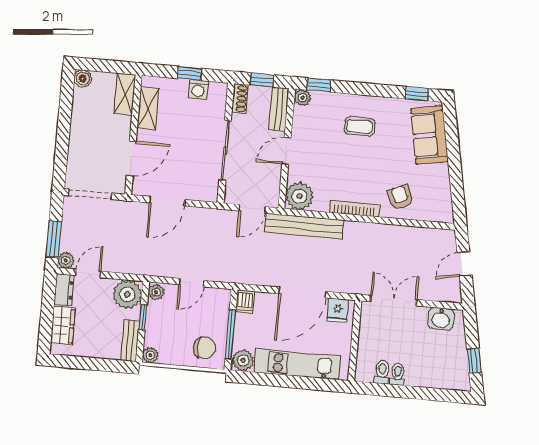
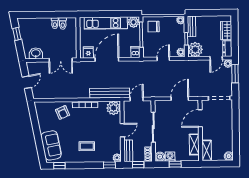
boiler: (218, 91) -> (160, 157), added

